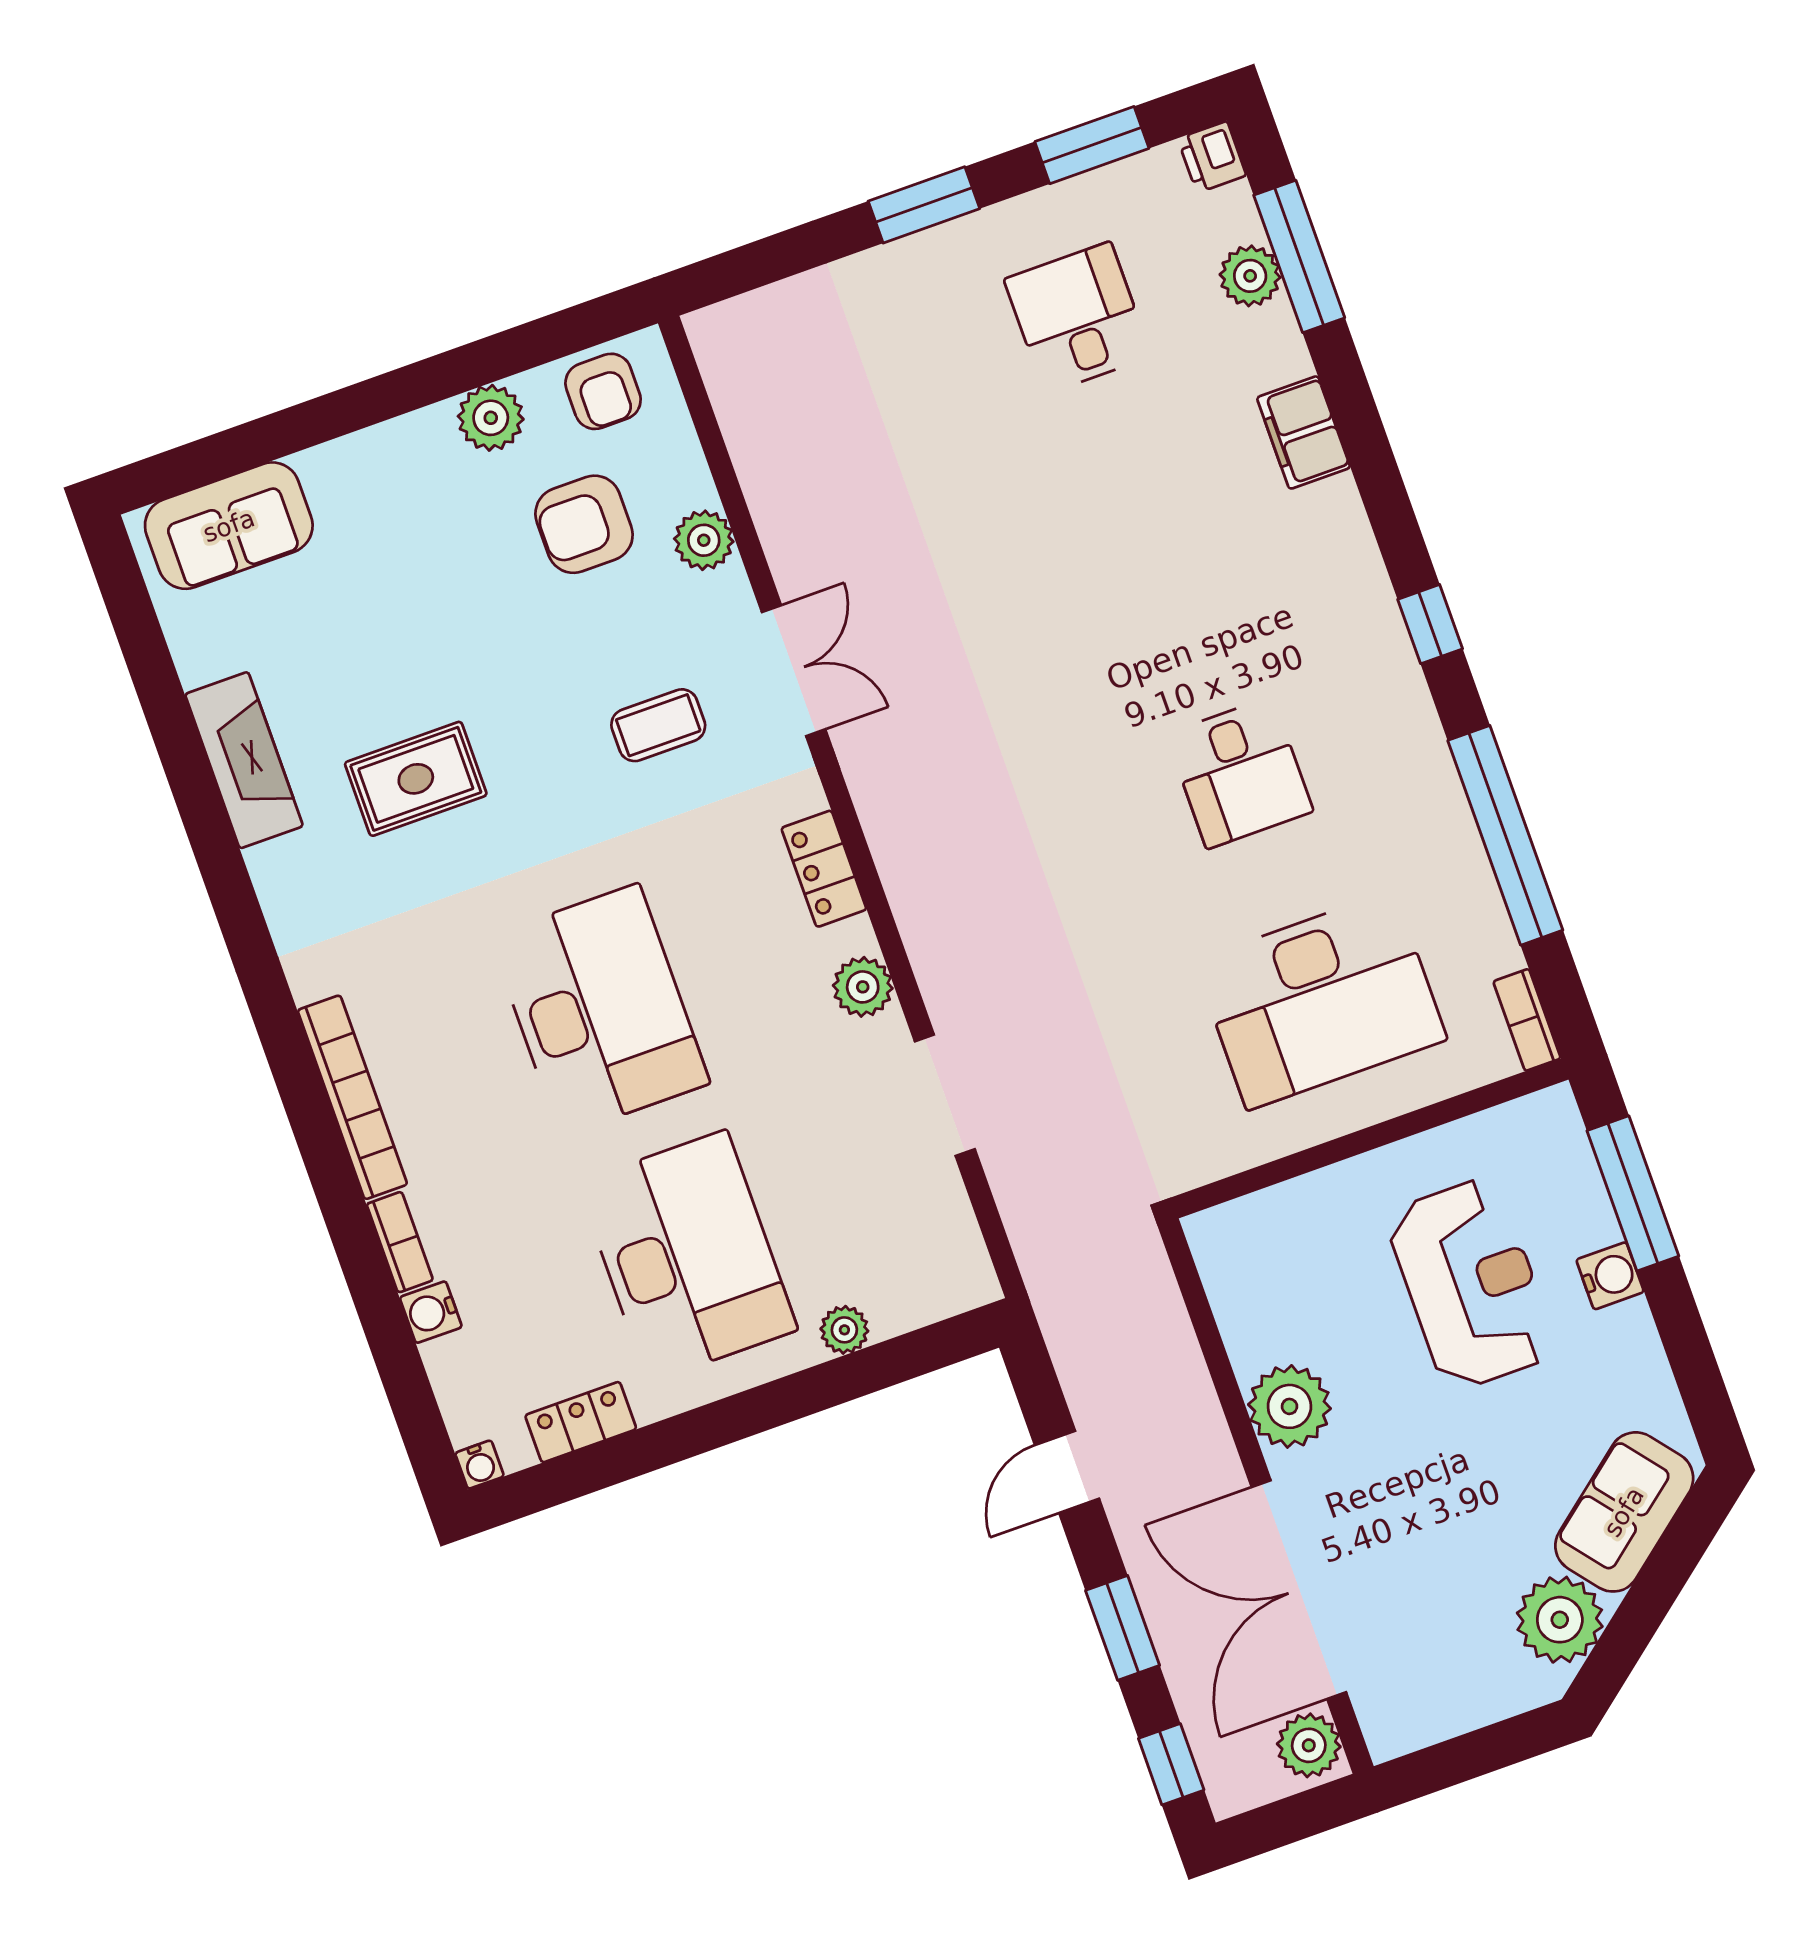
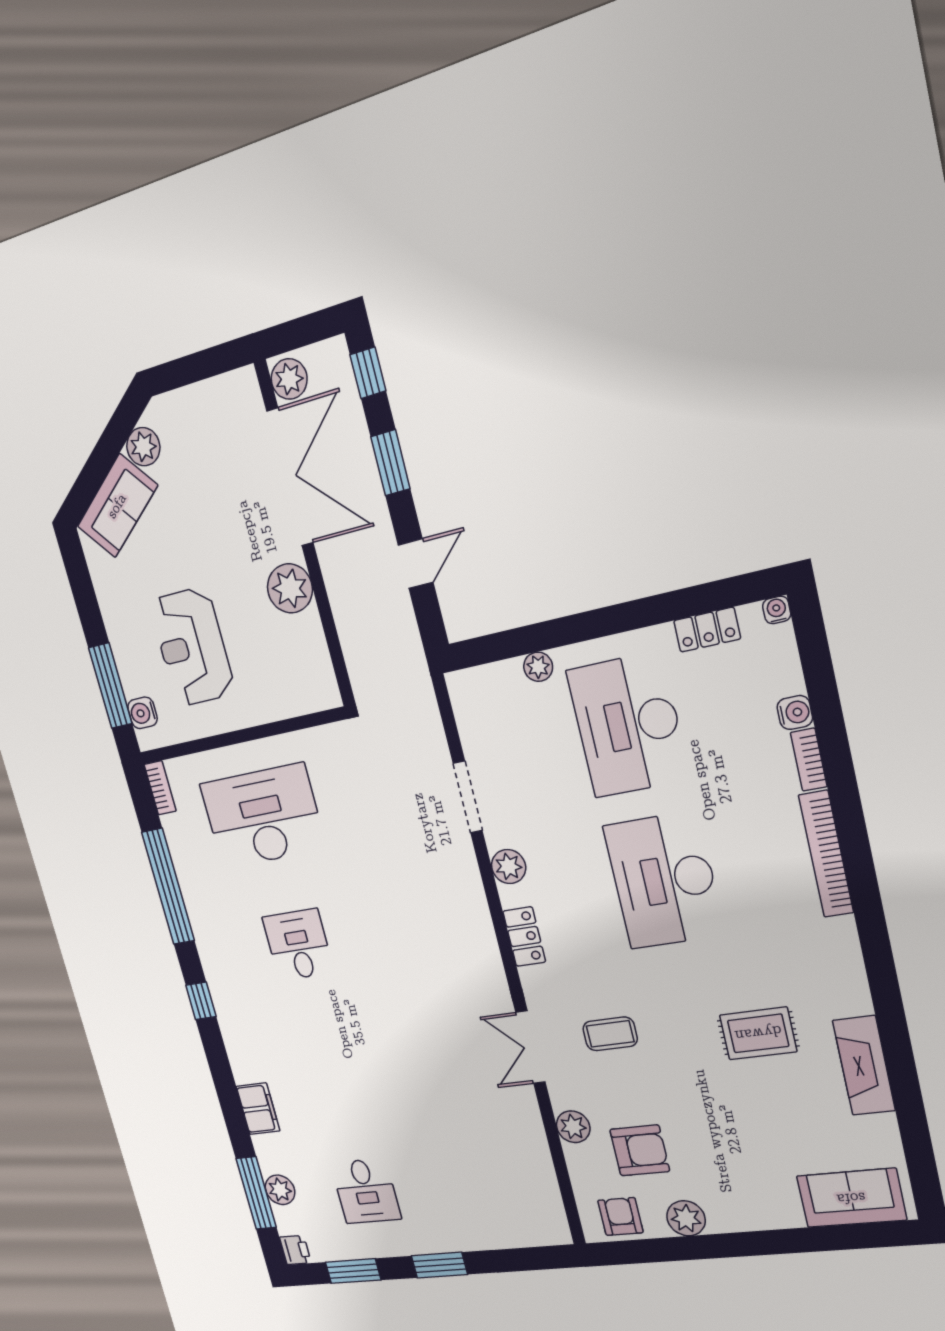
water cooler: (1610, 1276) -> (143, 713), moved
plant: (1560, 1620) -> (143, 447), width x0.73, depth x0.73

